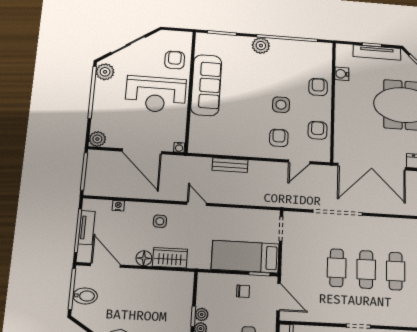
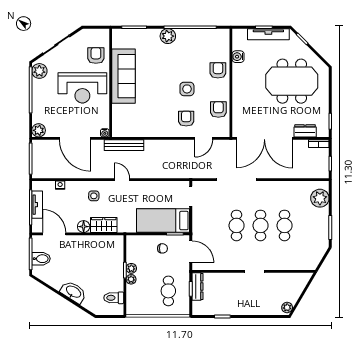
bench: (230, 165) -> (124, 145), moved, width x1.36

